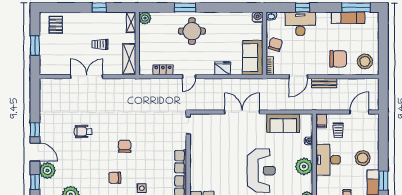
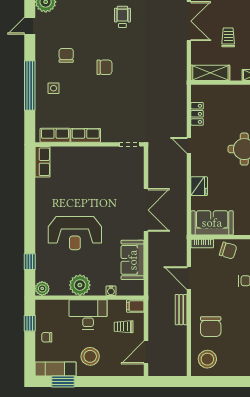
door: (359, 112) -> (146, 352), swing flipped

